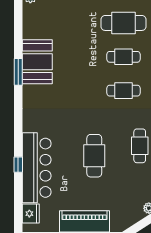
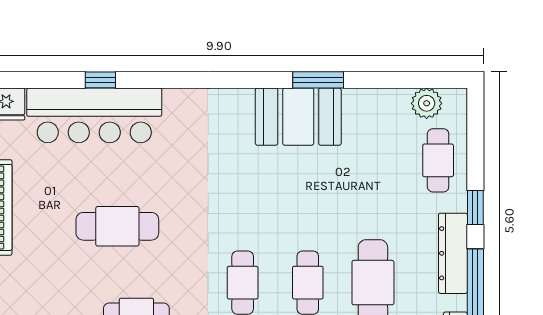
window: (18, 72) -> (318, 80), moved

